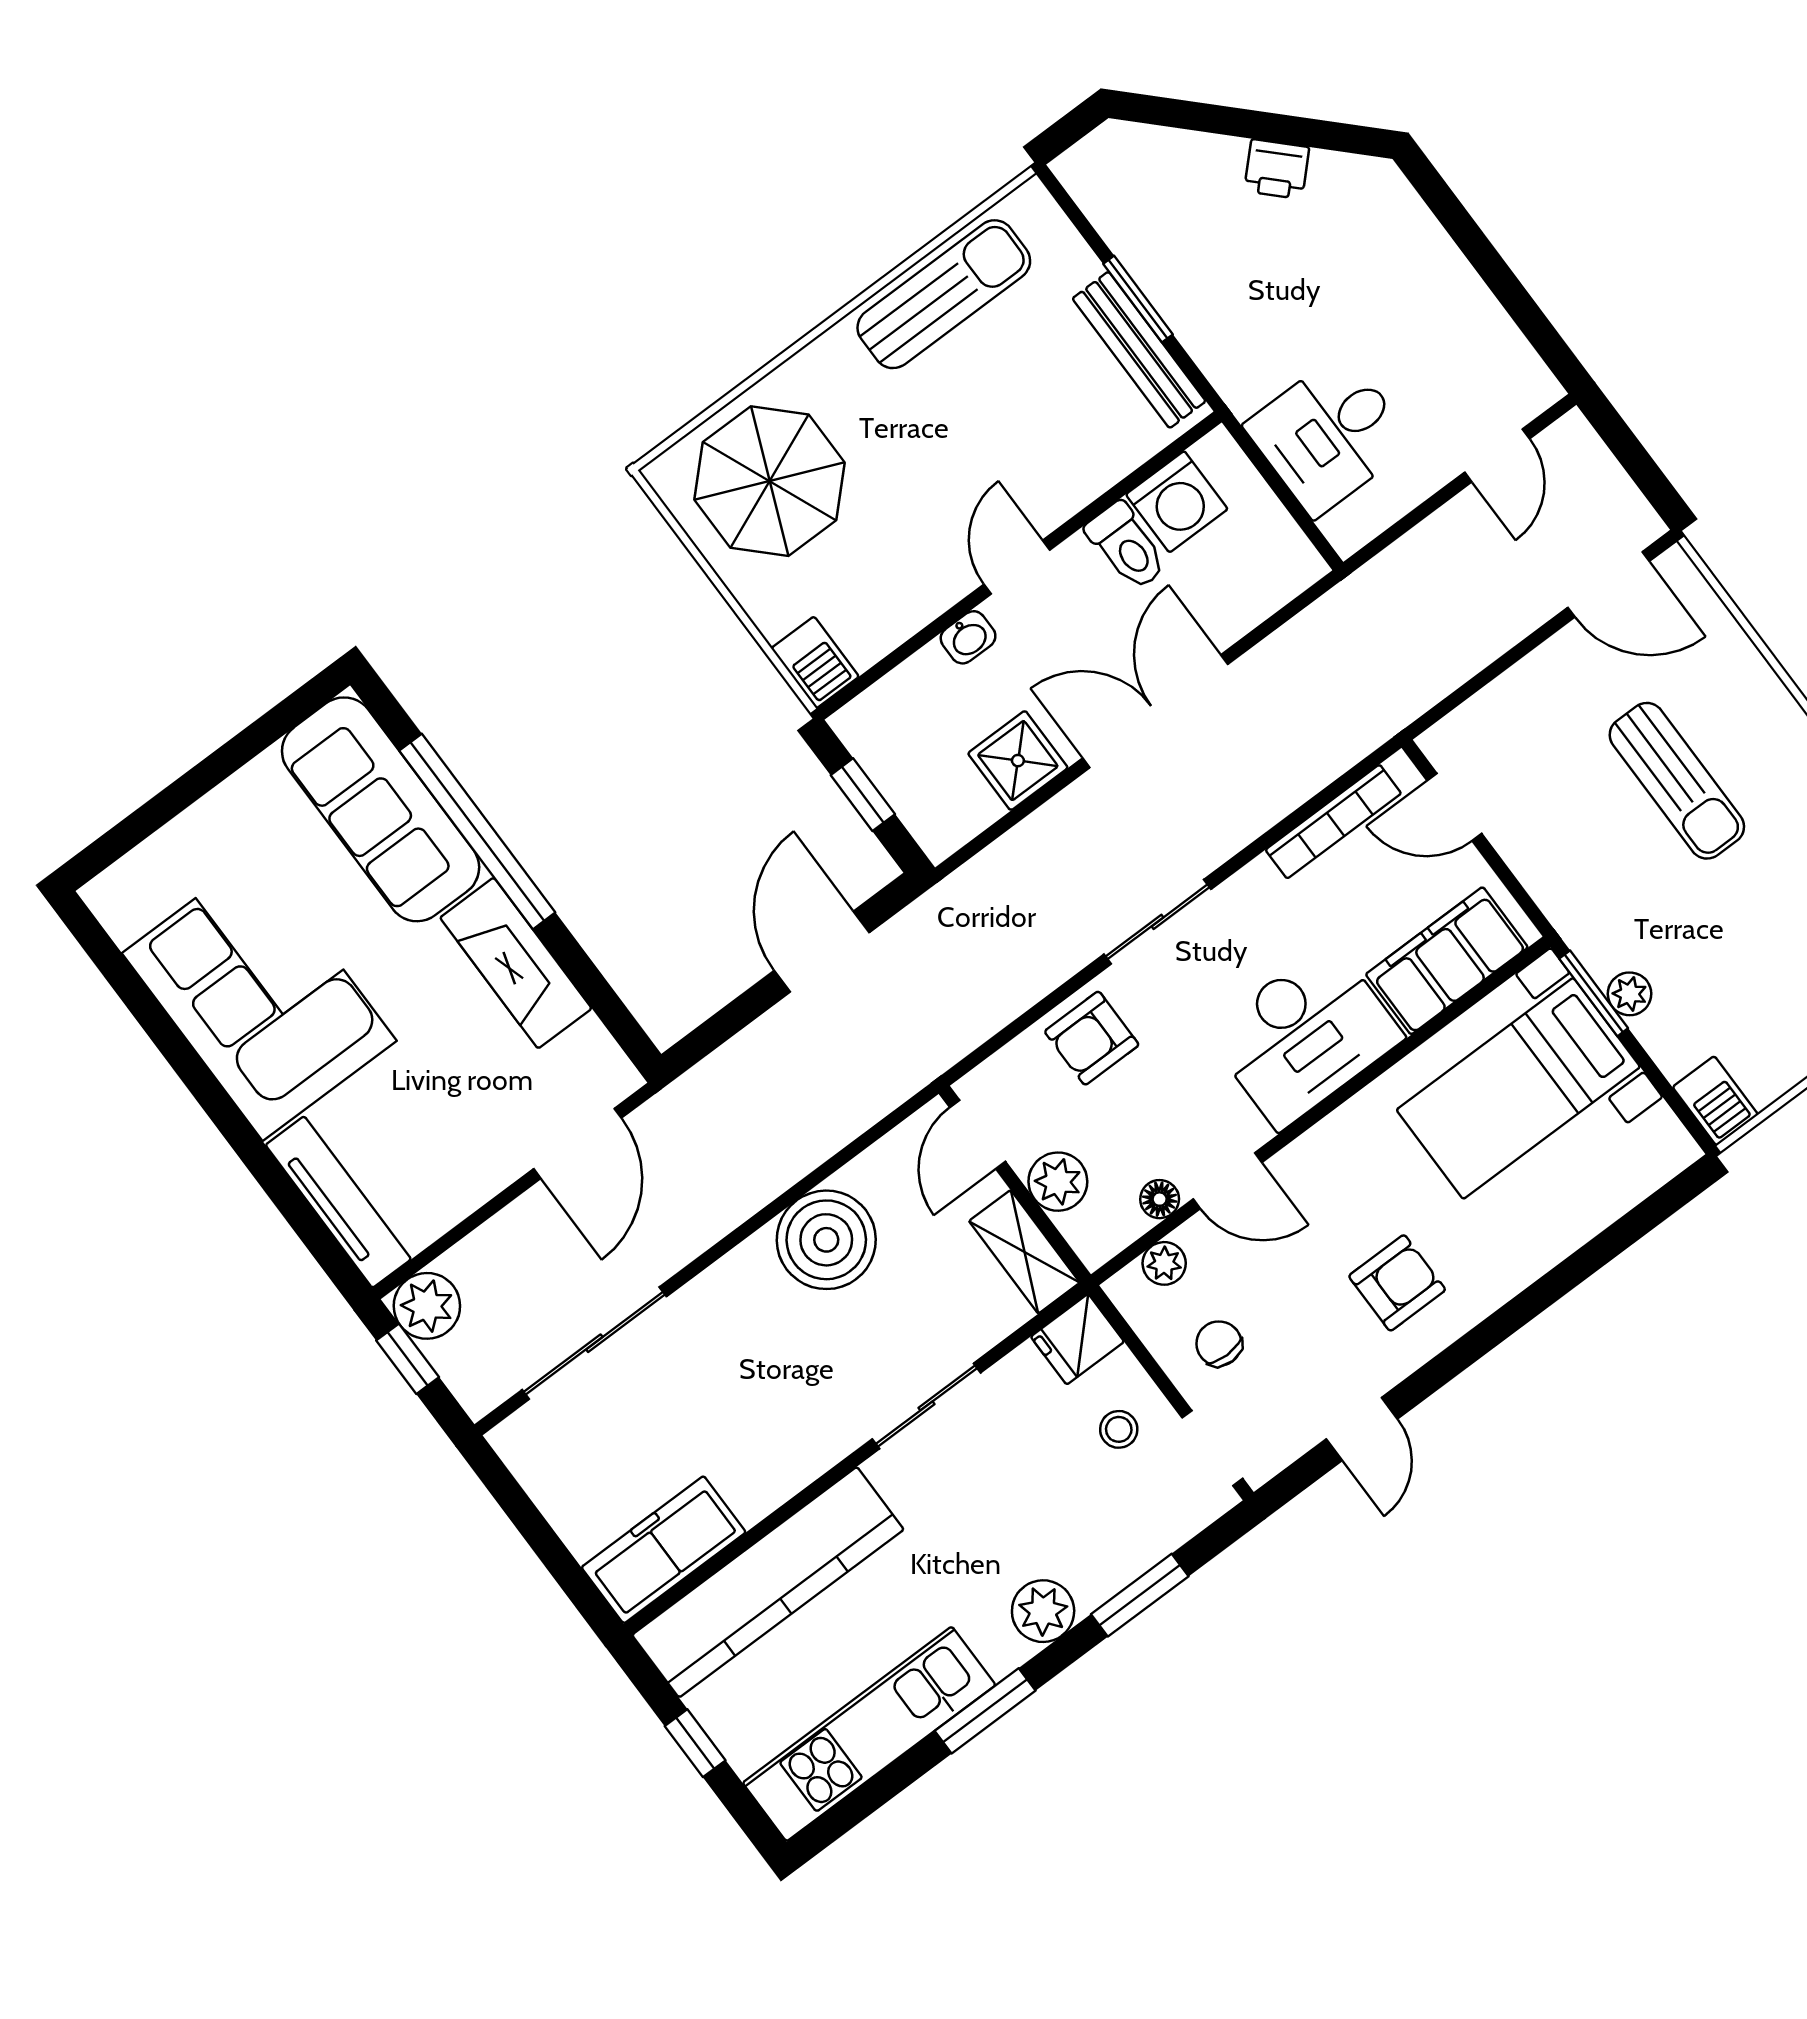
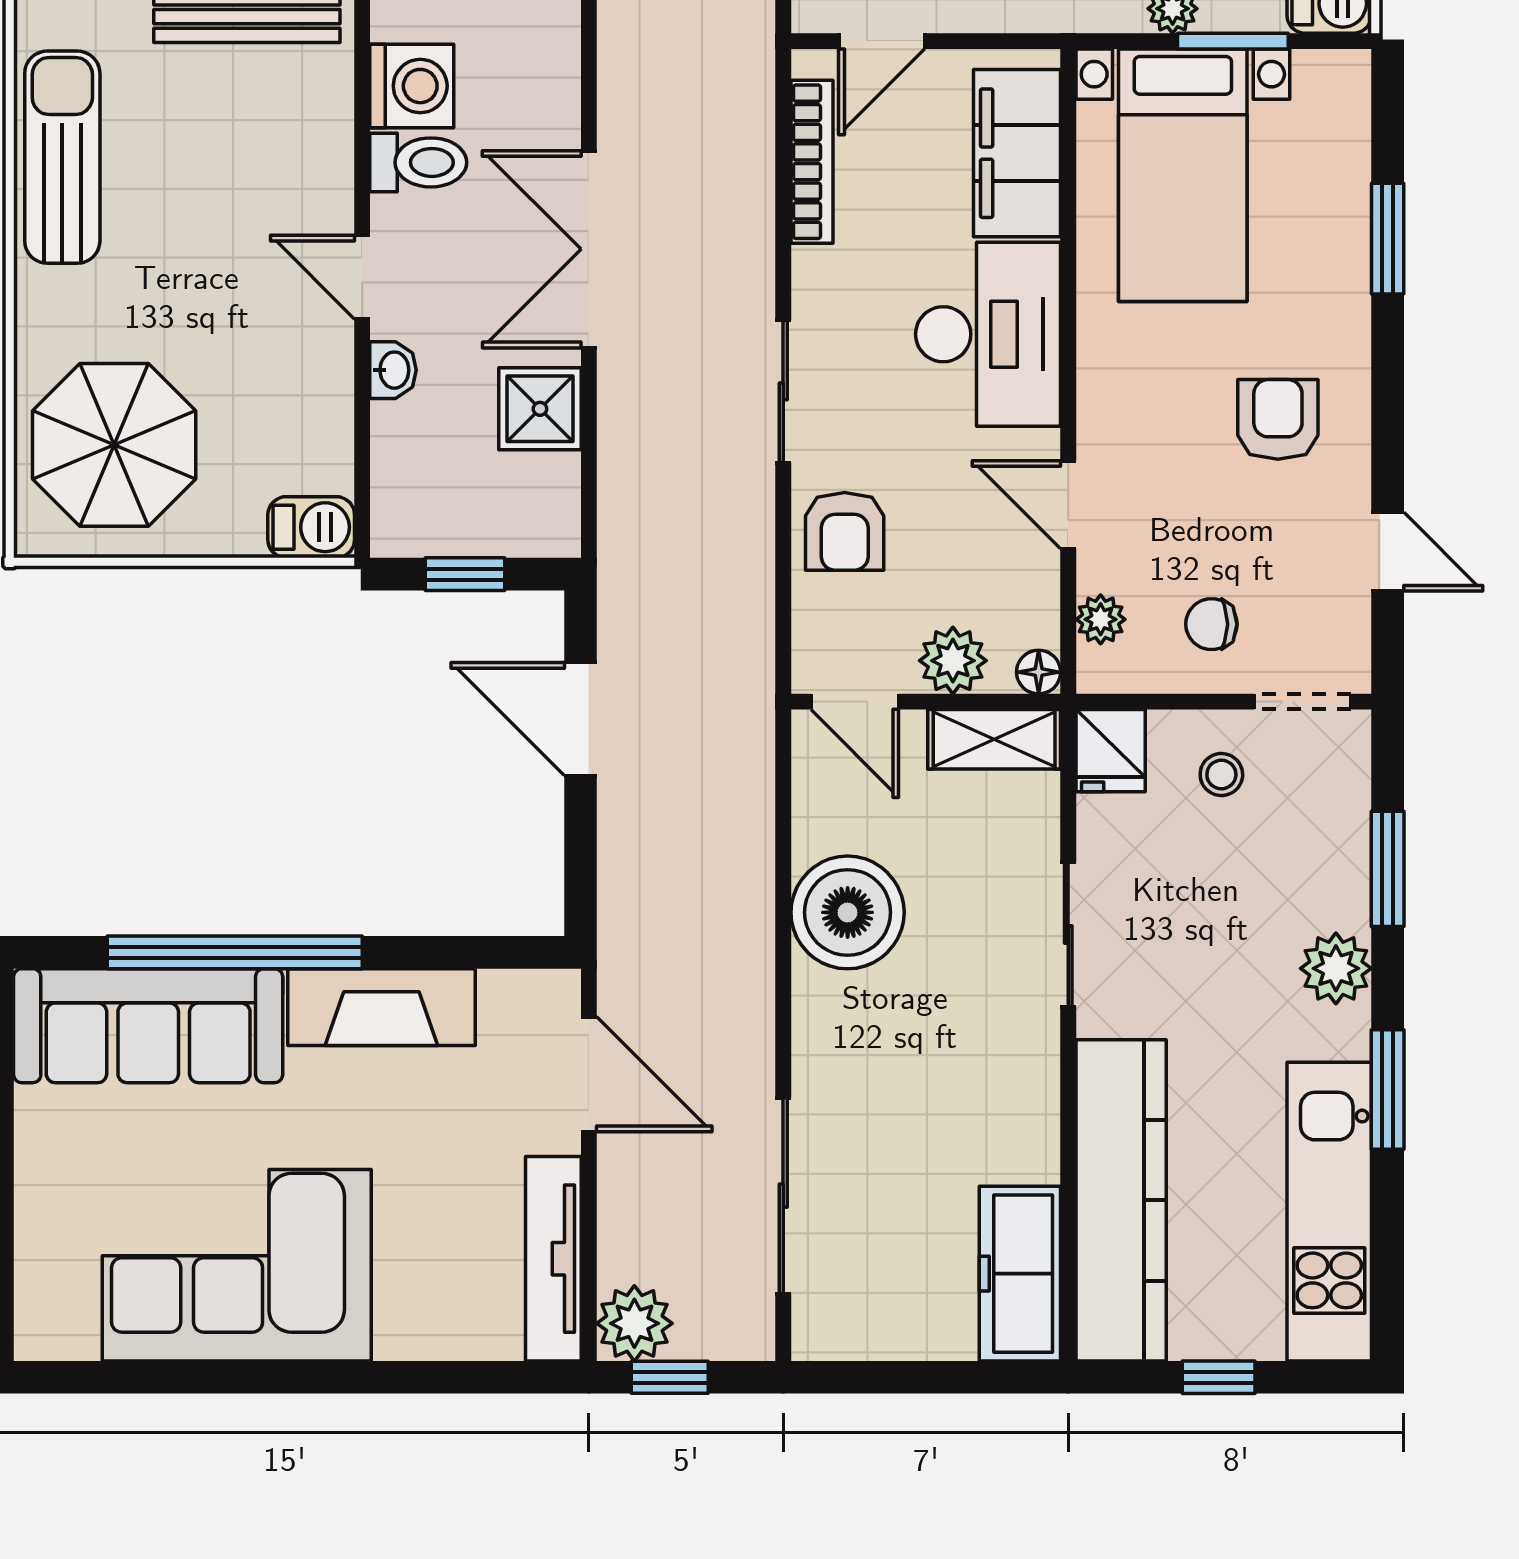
window: (1594, 993) -> (1233, 41), moved
door: (1228, 1181) -> (1068, 505), swing flipped
floor lamp: (1160, 1199) -> (1039, 672), moved
tv unit: (338, 1202) -> (553, 1259), moved, turned -90
window: (1581, 1265) -> (1388, 239), added

